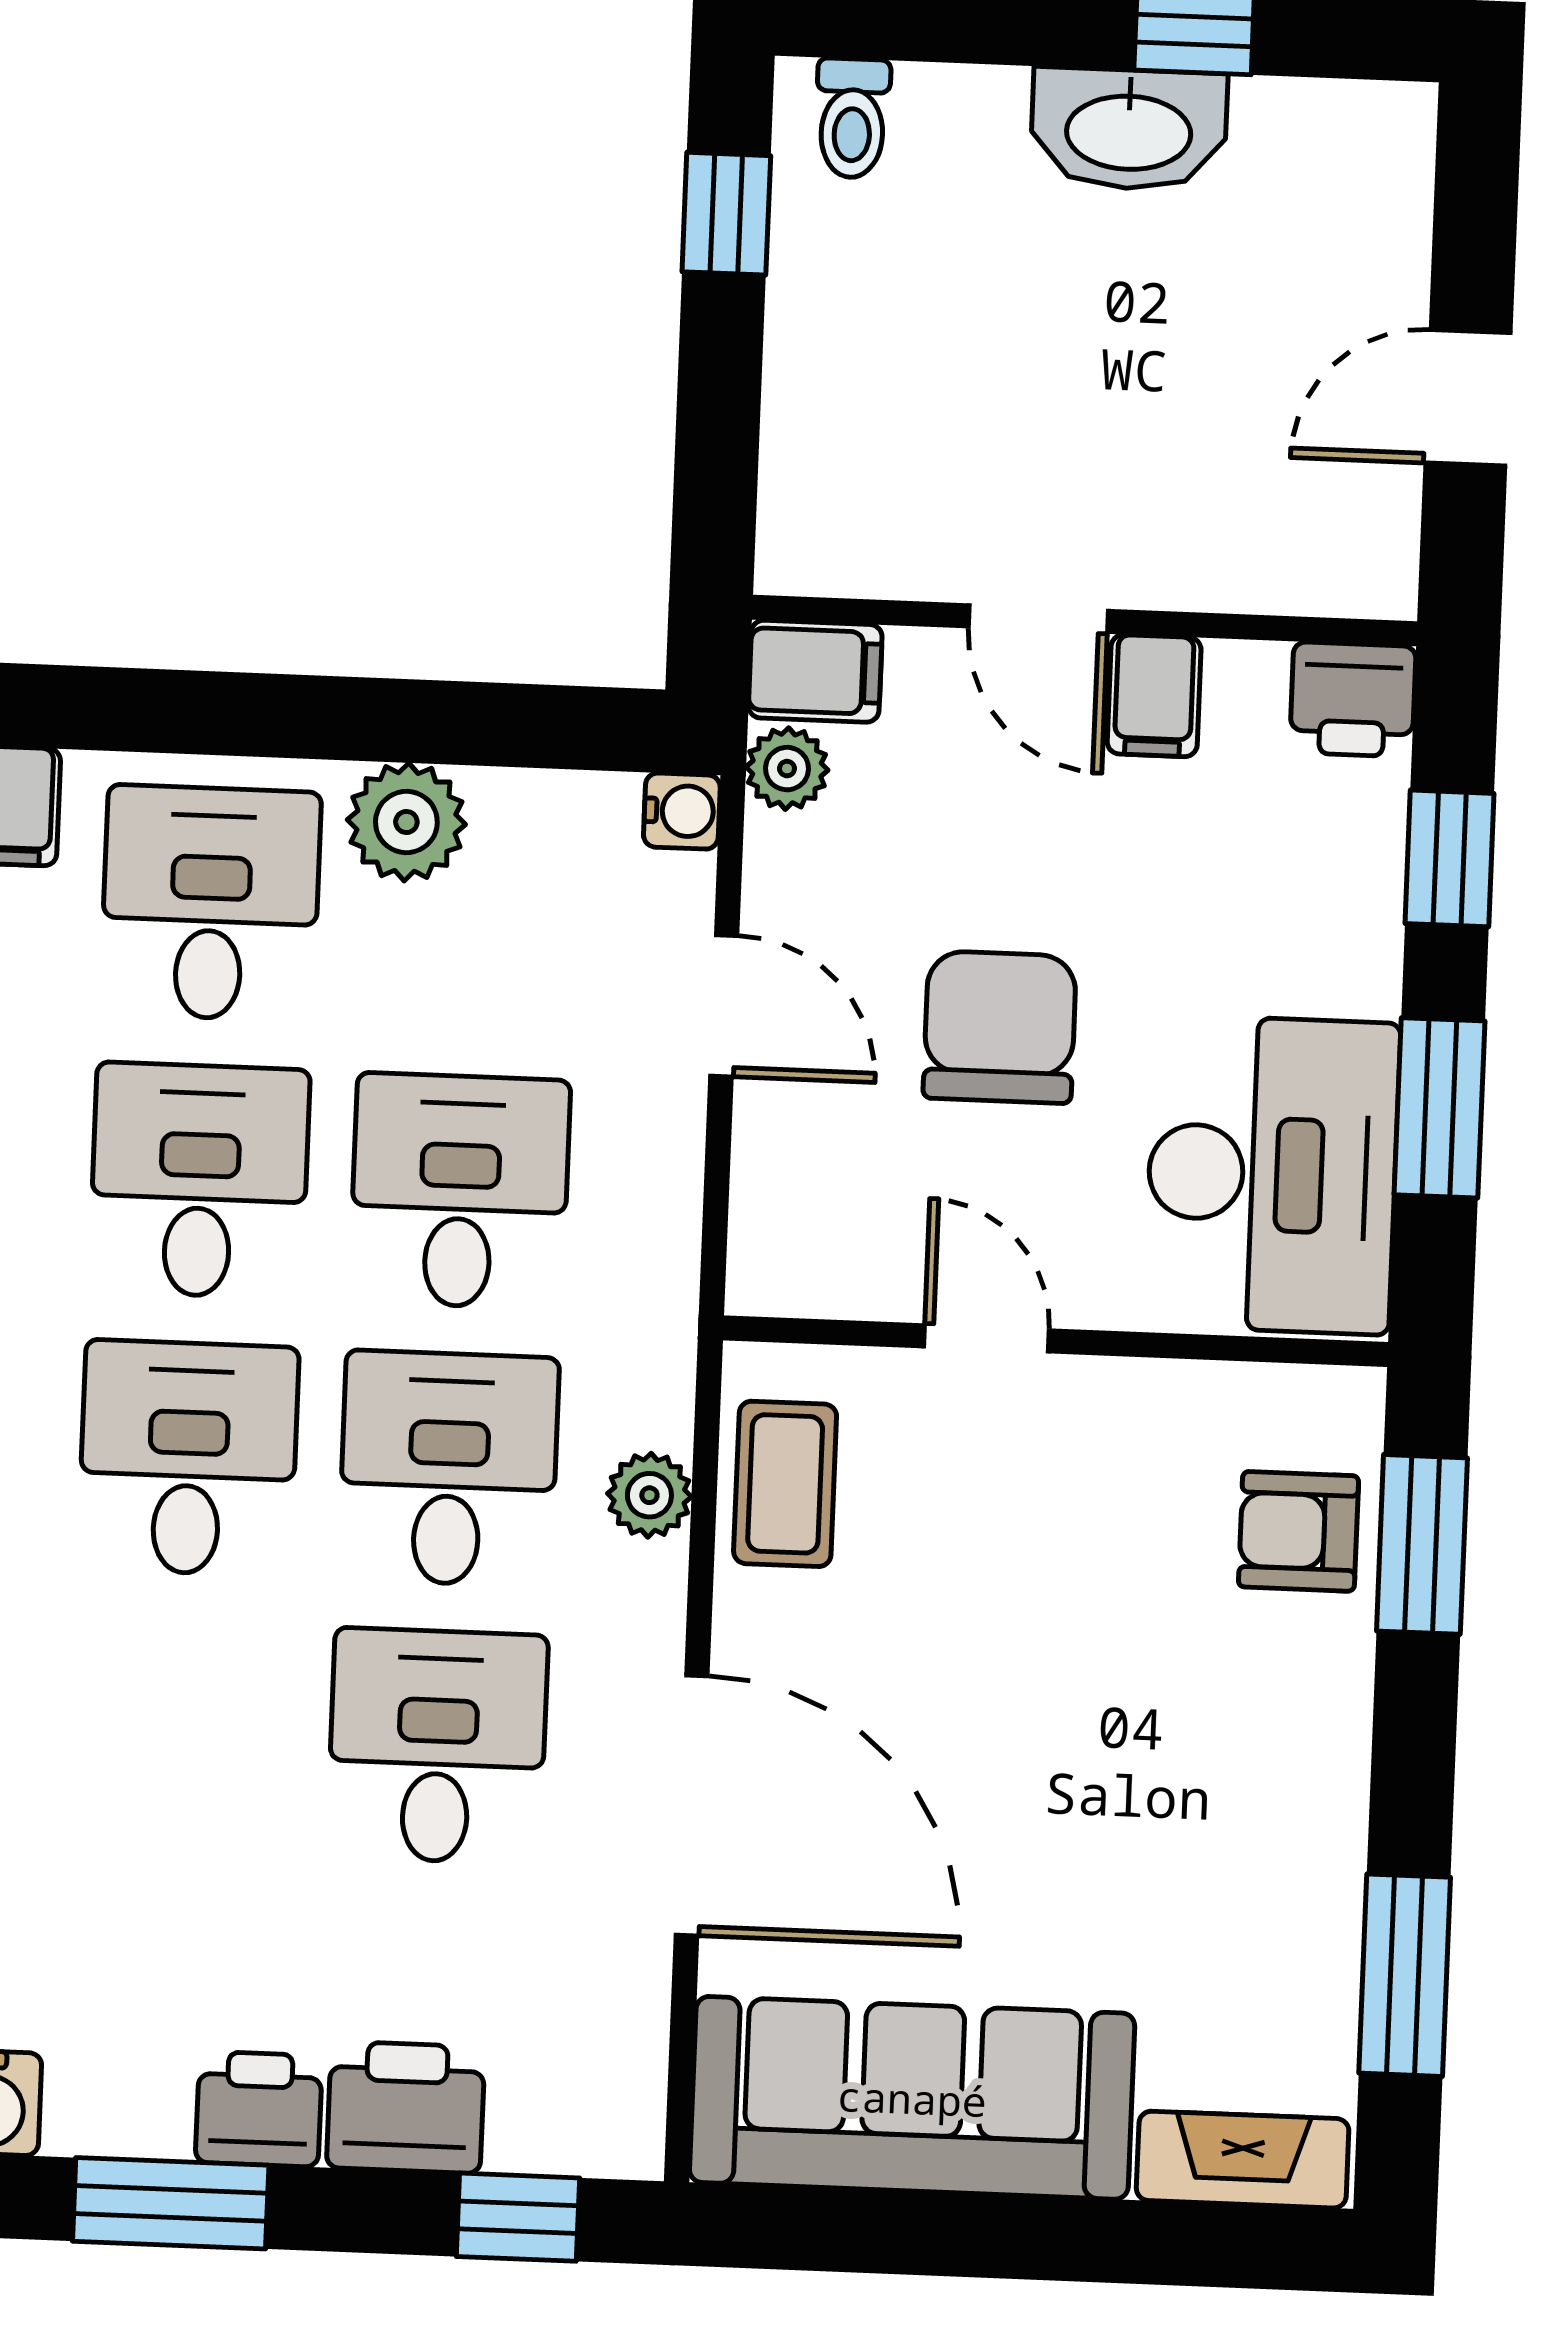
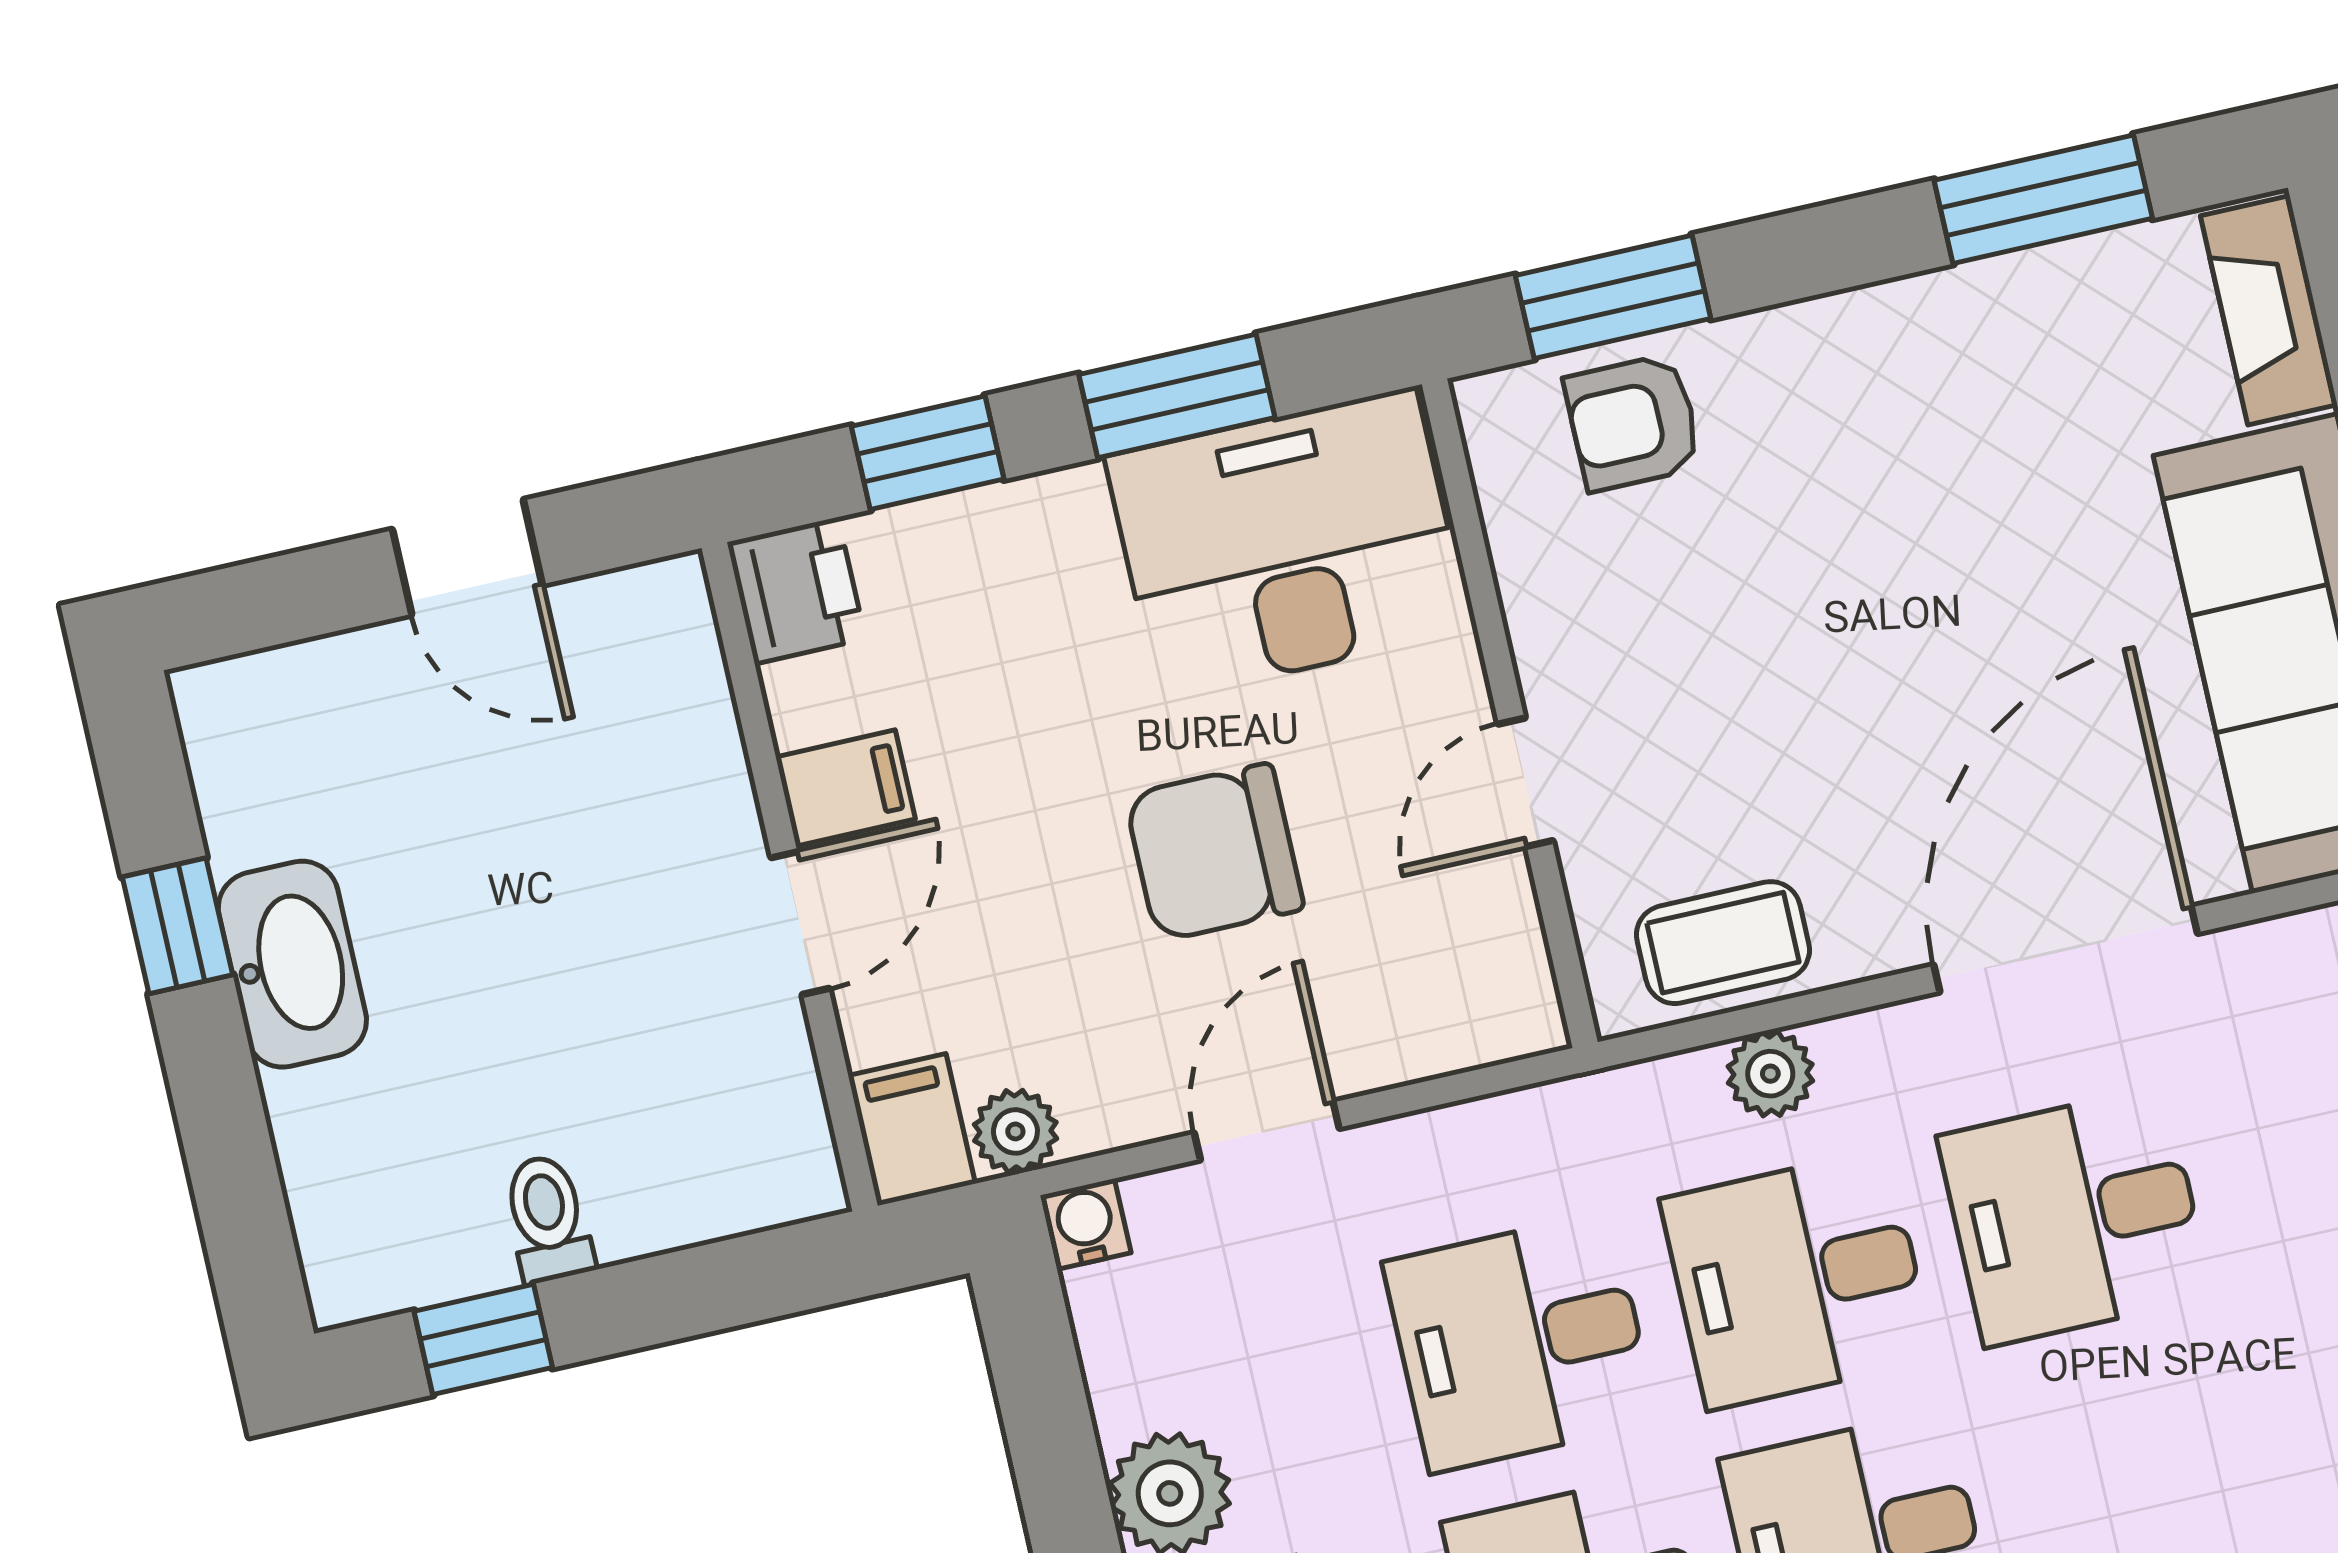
toilet: (852, 118) -> (548, 1219), moved, turned -90
armchair: (1299, 1531) -> (1633, 422), turned 90

